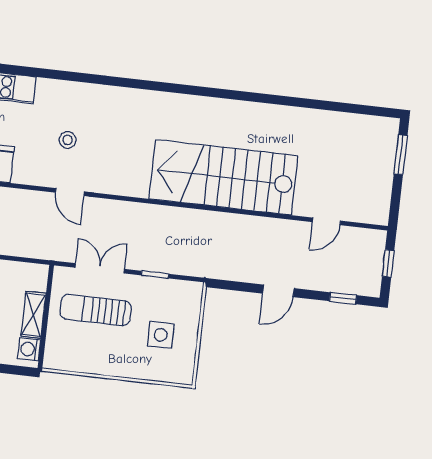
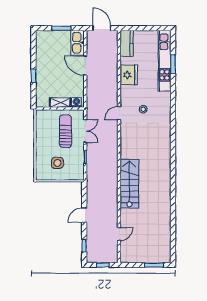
stairs: (223, 177) -> (129, 184), width x0.73, depth x0.66
door: (326, 221) -> (119, 234), swing flipped
door: (278, 291) -> (84, 215), hinge flipped
washing machine: (29, 349) -> (76, 102), moved

